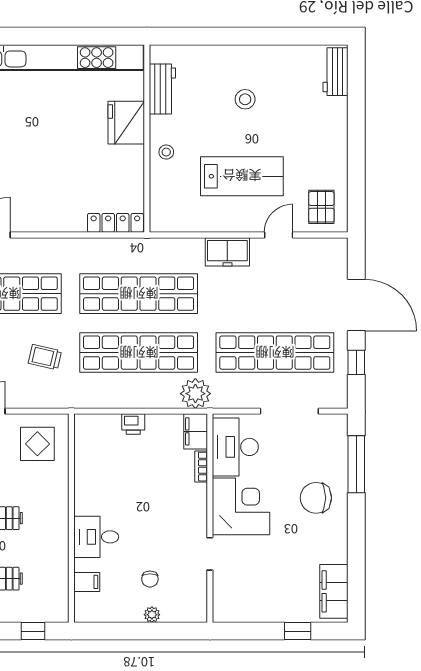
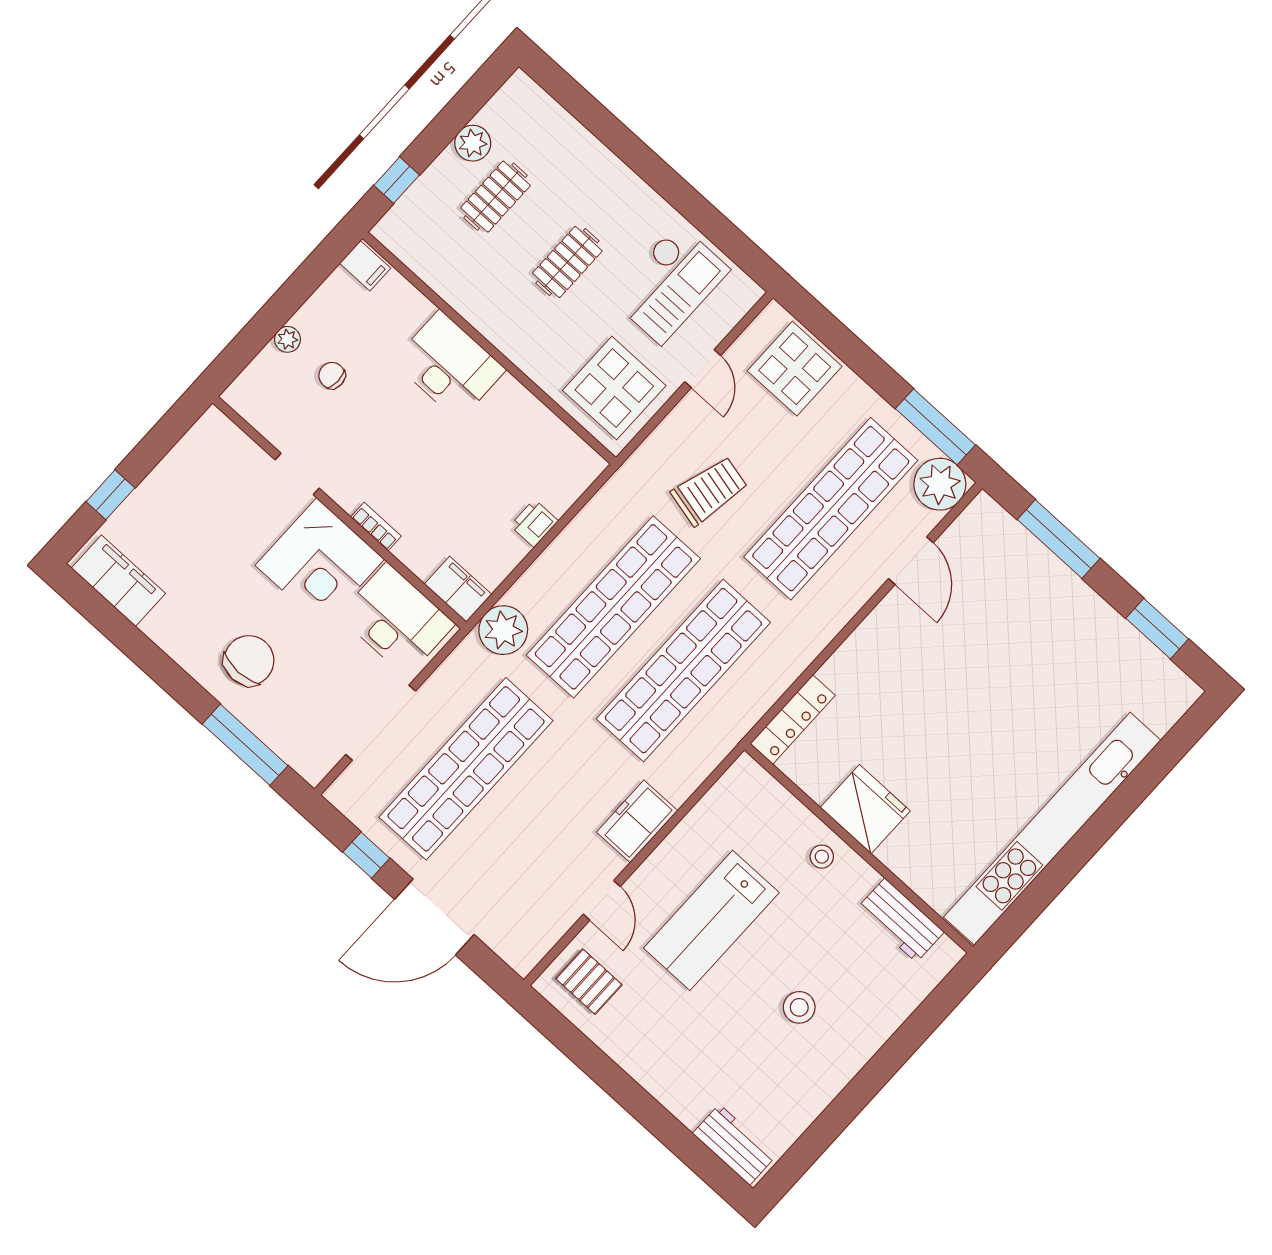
fridge: (126, 123) -> (865, 809), moved
trolley: (45, 357) -> (709, 491), width x1.36, depth x1.39
display table: (37, 444) -> (614, 388), width x1.36, depth x1.36
bookcase: (201, 467) -> (376, 527), moved
desk: (96, 537) -> (449, 366), width x1.37
filing cabinet: (87, 582) -> (365, 266), moved, turned -90

